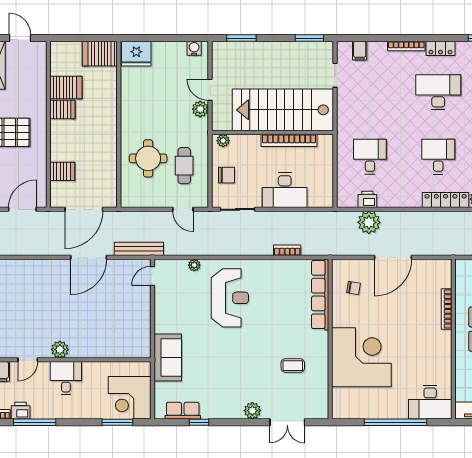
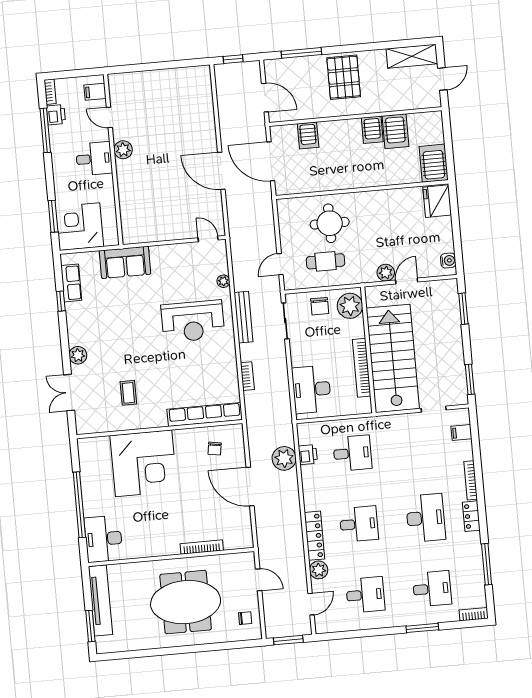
plant: (223, 141) -> (350, 306), width x1.87, depth x1.87
desk: (285, 190) -> (311, 389), moved
bench: (139, 249) -> (244, 317), moved

